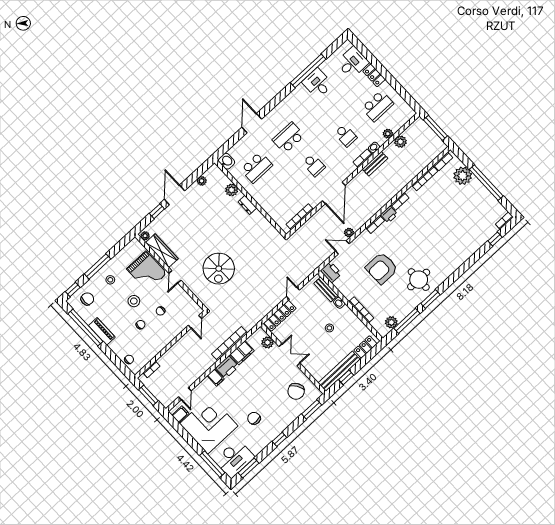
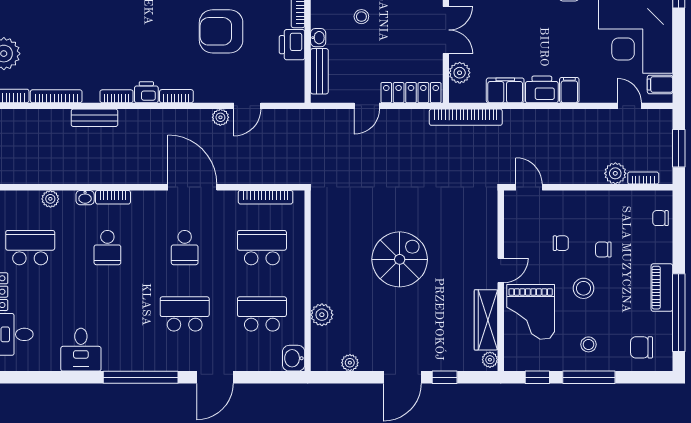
window: (308, 71) -> (141, 377), moved
school desk: (346, 136) -> (107, 248), turned 180
school desk: (288, 138) -> (185, 314), turned 180
plant: (400, 142) -> (615, 173), moved
bench: (375, 164) -> (94, 118), moved
school desk: (314, 165) -> (185, 248), turned 180
door: (334, 193) -> (192, 187), hinge flipped
school desk: (282, 195) -> (262, 248), added
dresser: (247, 205) -> (319, 276), removed
door: (342, 247) -> (247, 106), hinge flipped
armchair: (382, 268) -> (221, 31), turned 180
spiral stairs: (219, 269) -> (400, 259), moved
grand piano: (147, 271) -> (531, 312), turned 180
printer: (331, 272) -> (292, 45), moved
window: (73, 289) -> (537, 377), moved
door: (195, 322) -> (529, 187), hinge flipped
bookcase: (229, 344) -> (466, 117), moved
double door: (290, 355) -> (446, 30), swing flipped
door: (185, 394) -> (629, 106), hinge flipped

